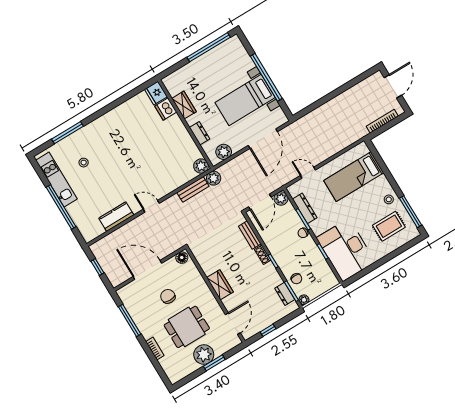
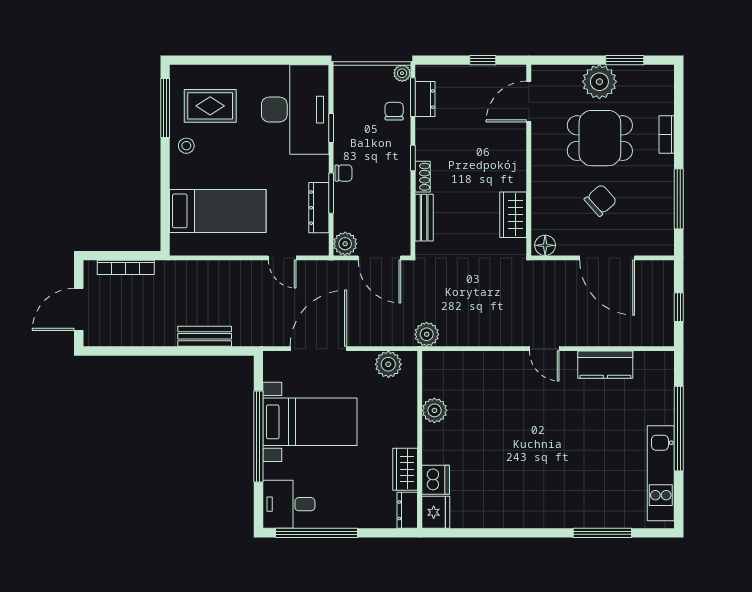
desk: (231, 53) -> (289, 504), added
dresser: (200, 133) -> (407, 510), moved
stool: (84, 163) -> (605, 474), removed
plant: (201, 166) -> (434, 410), moved
bench: (193, 189) -> (205, 336), moved
door: (260, 202) -> (379, 258), swing flipped
wardrobe: (220, 285) -> (513, 215), moved
chair: (168, 296) -> (600, 200), turned -132
window: (214, 363) -> (625, 60), moved

